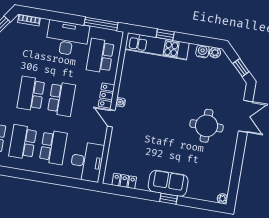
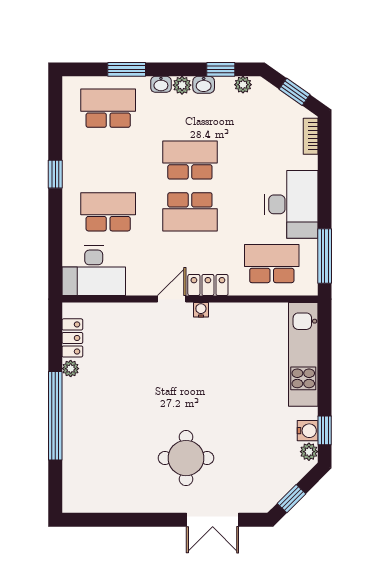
window: (165, 35) -> (325, 430), moved
school desk: (23, 142) -> (108, 160), removed
school desk: (53, 147) -> (108, 212), turned 180
window: (26, 175) -> (55, 174), added
sofa: (168, 183) -> (81, 411), removed
window: (168, 199) -> (55, 416), width x3.17
plant: (222, 199) -> (71, 369), moved

